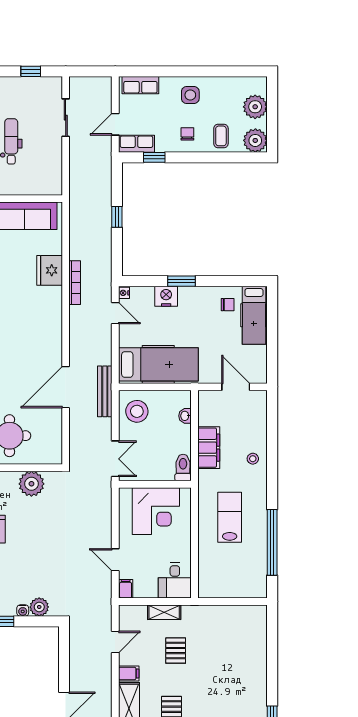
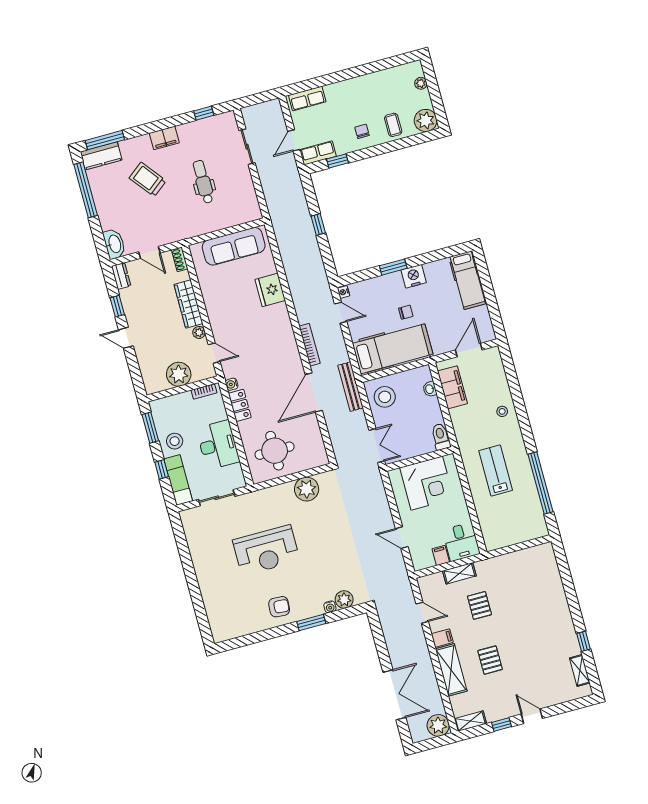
side table: (190, 95) -> (355, 95), removed
plant: (255, 107) -> (421, 83), width x0.53, depth x0.53
bookcase: (75, 283) -> (310, 345), moved
nightstand: (166, 296) -> (414, 276), moved
chair: (228, 305) -> (406, 312), moved
door: (236, 387) -> (469, 350), hinge flipped
filing cabinet: (209, 448) -> (452, 387), moved
filing cabinet: (126, 589) -> (441, 555), moved
door: (115, 642) -> (422, 613), hinge flipped

